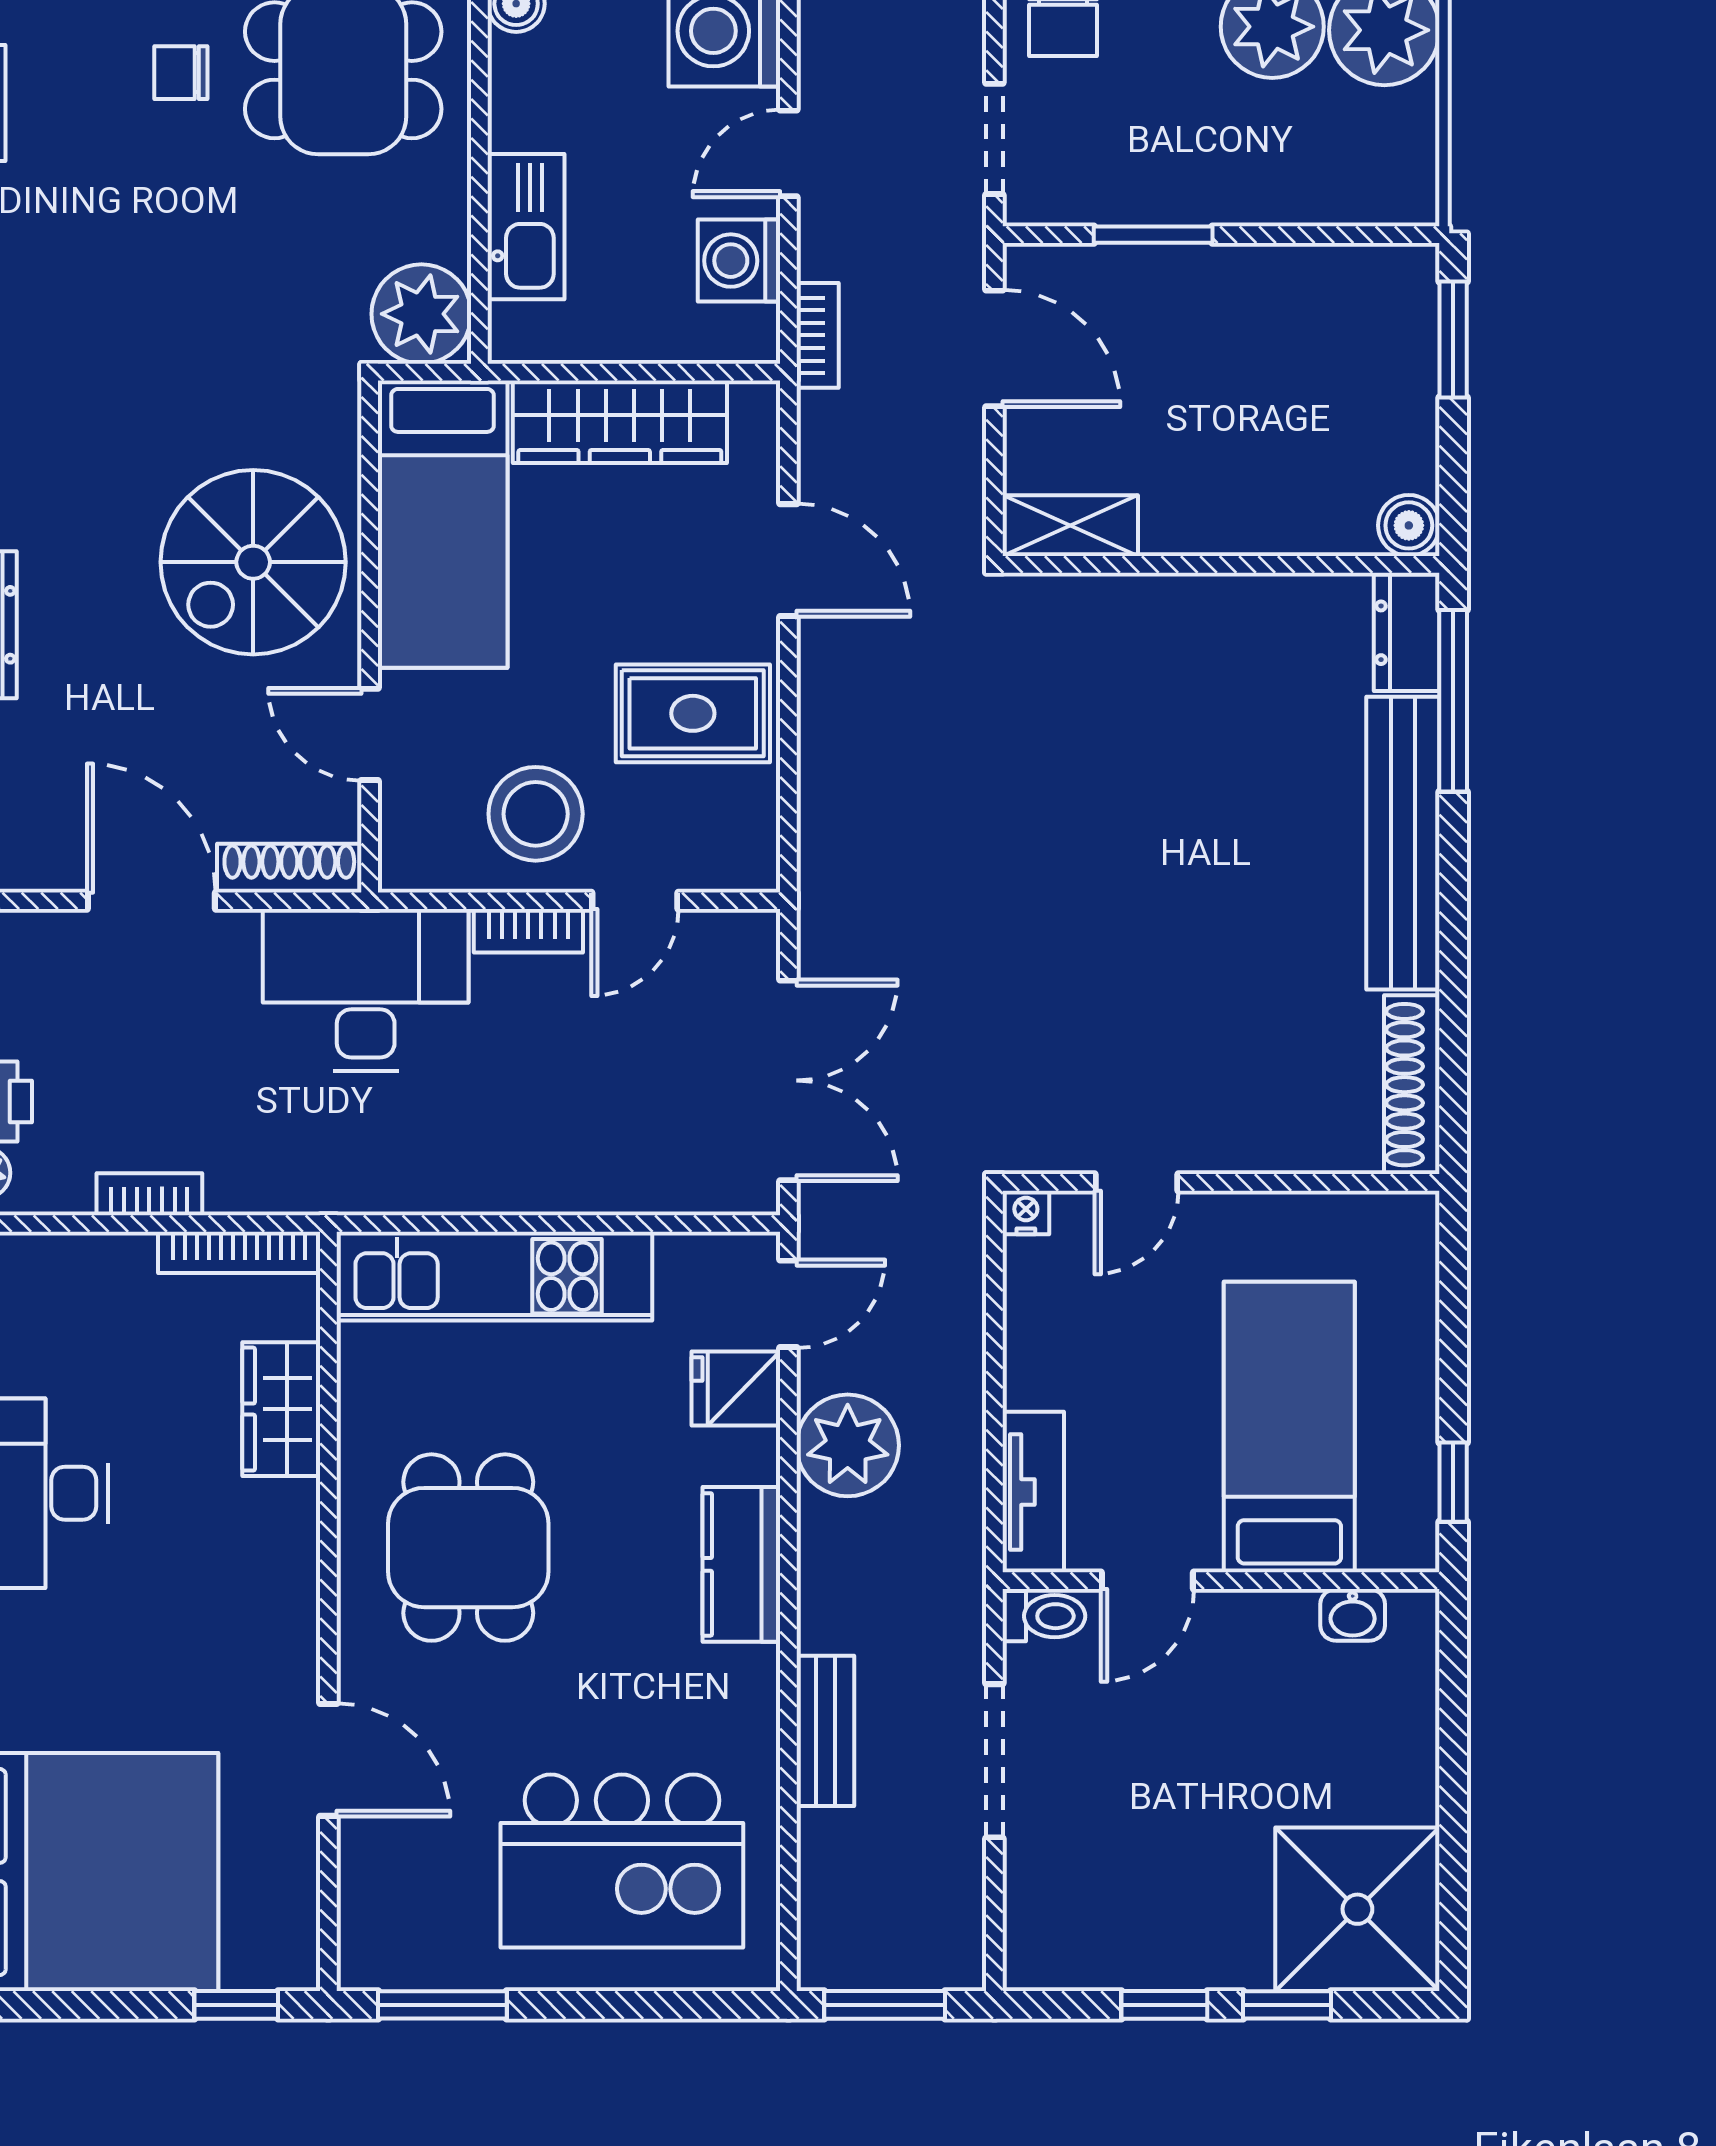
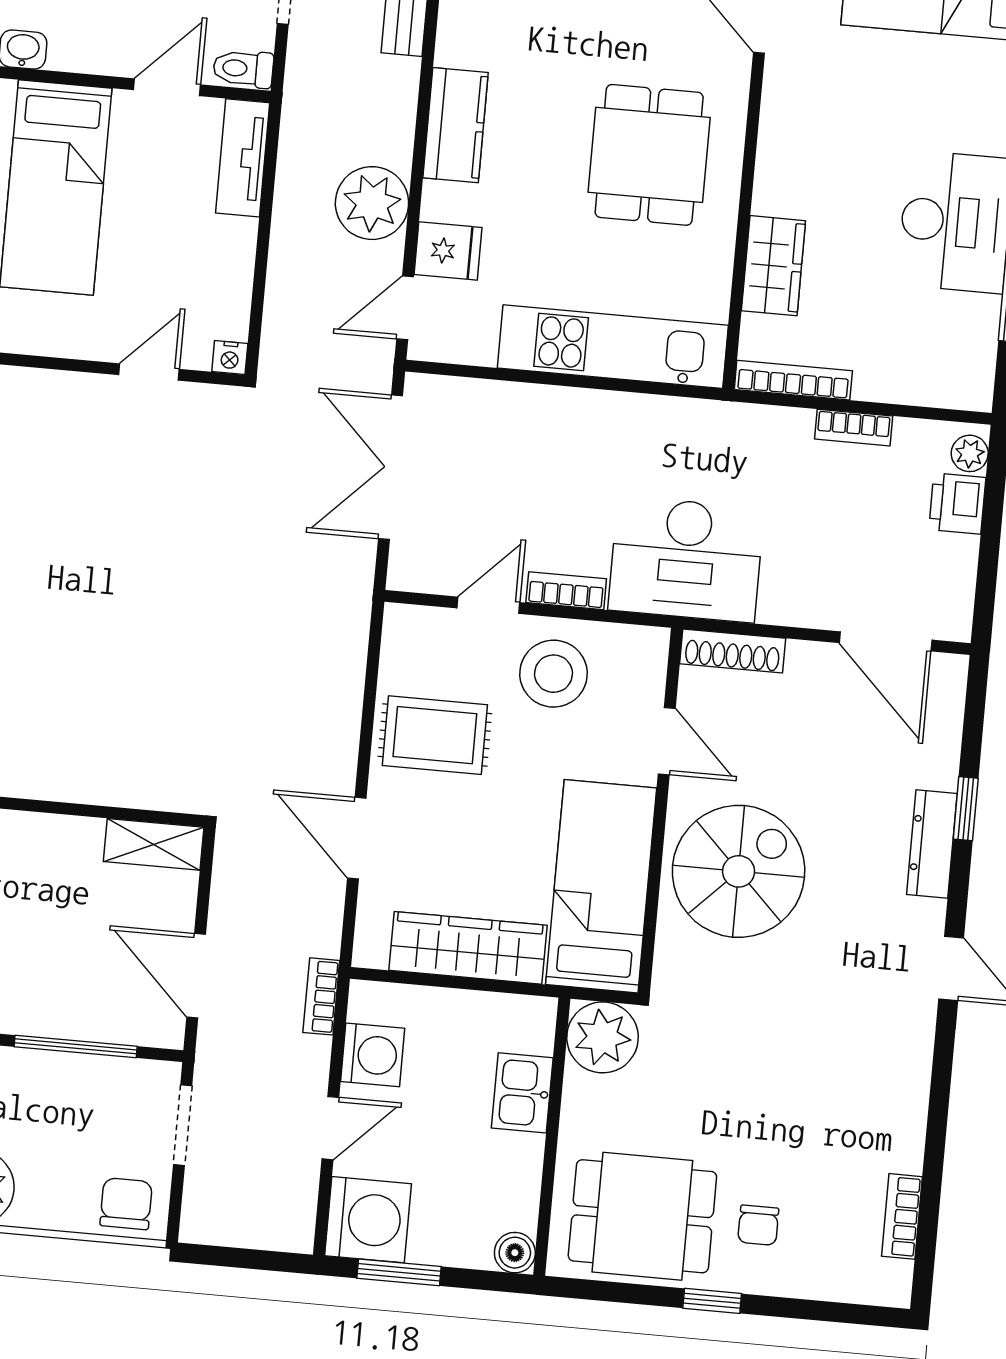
chair: (181, 73) -> (758, 1225), turned 90
kitchen sink: (526, 227) -> (522, 1093), width x0.73
window: (1153, 235) -> (76, 1046), width x1.44
door: (151, 901) -> (886, 641), moved

